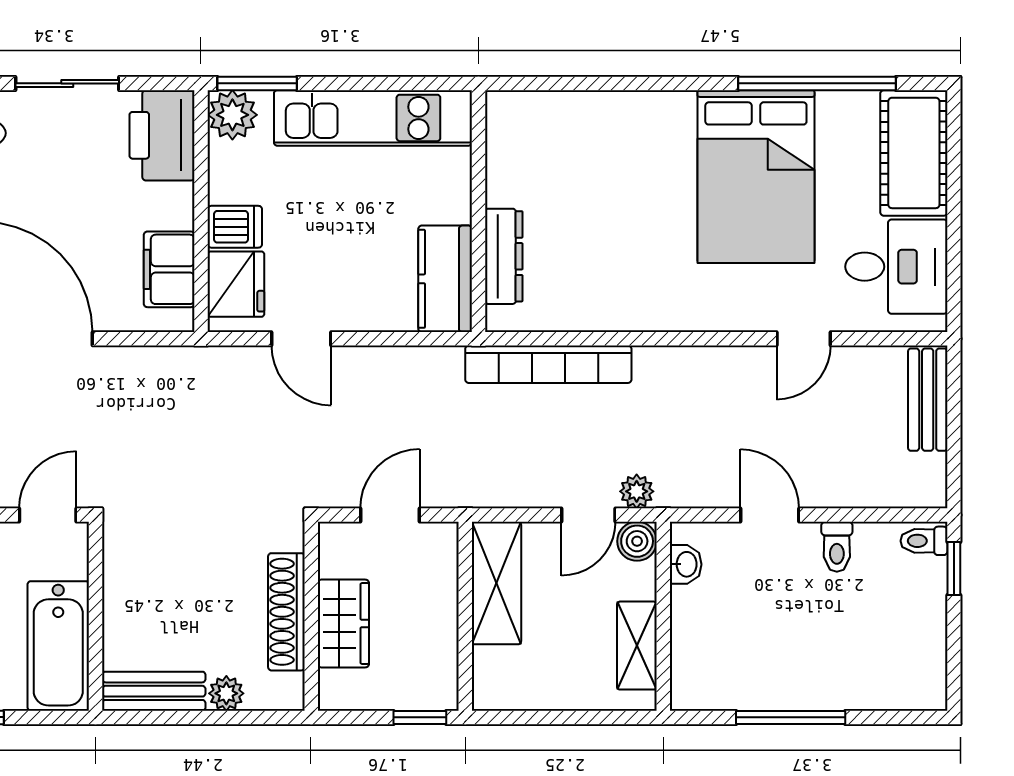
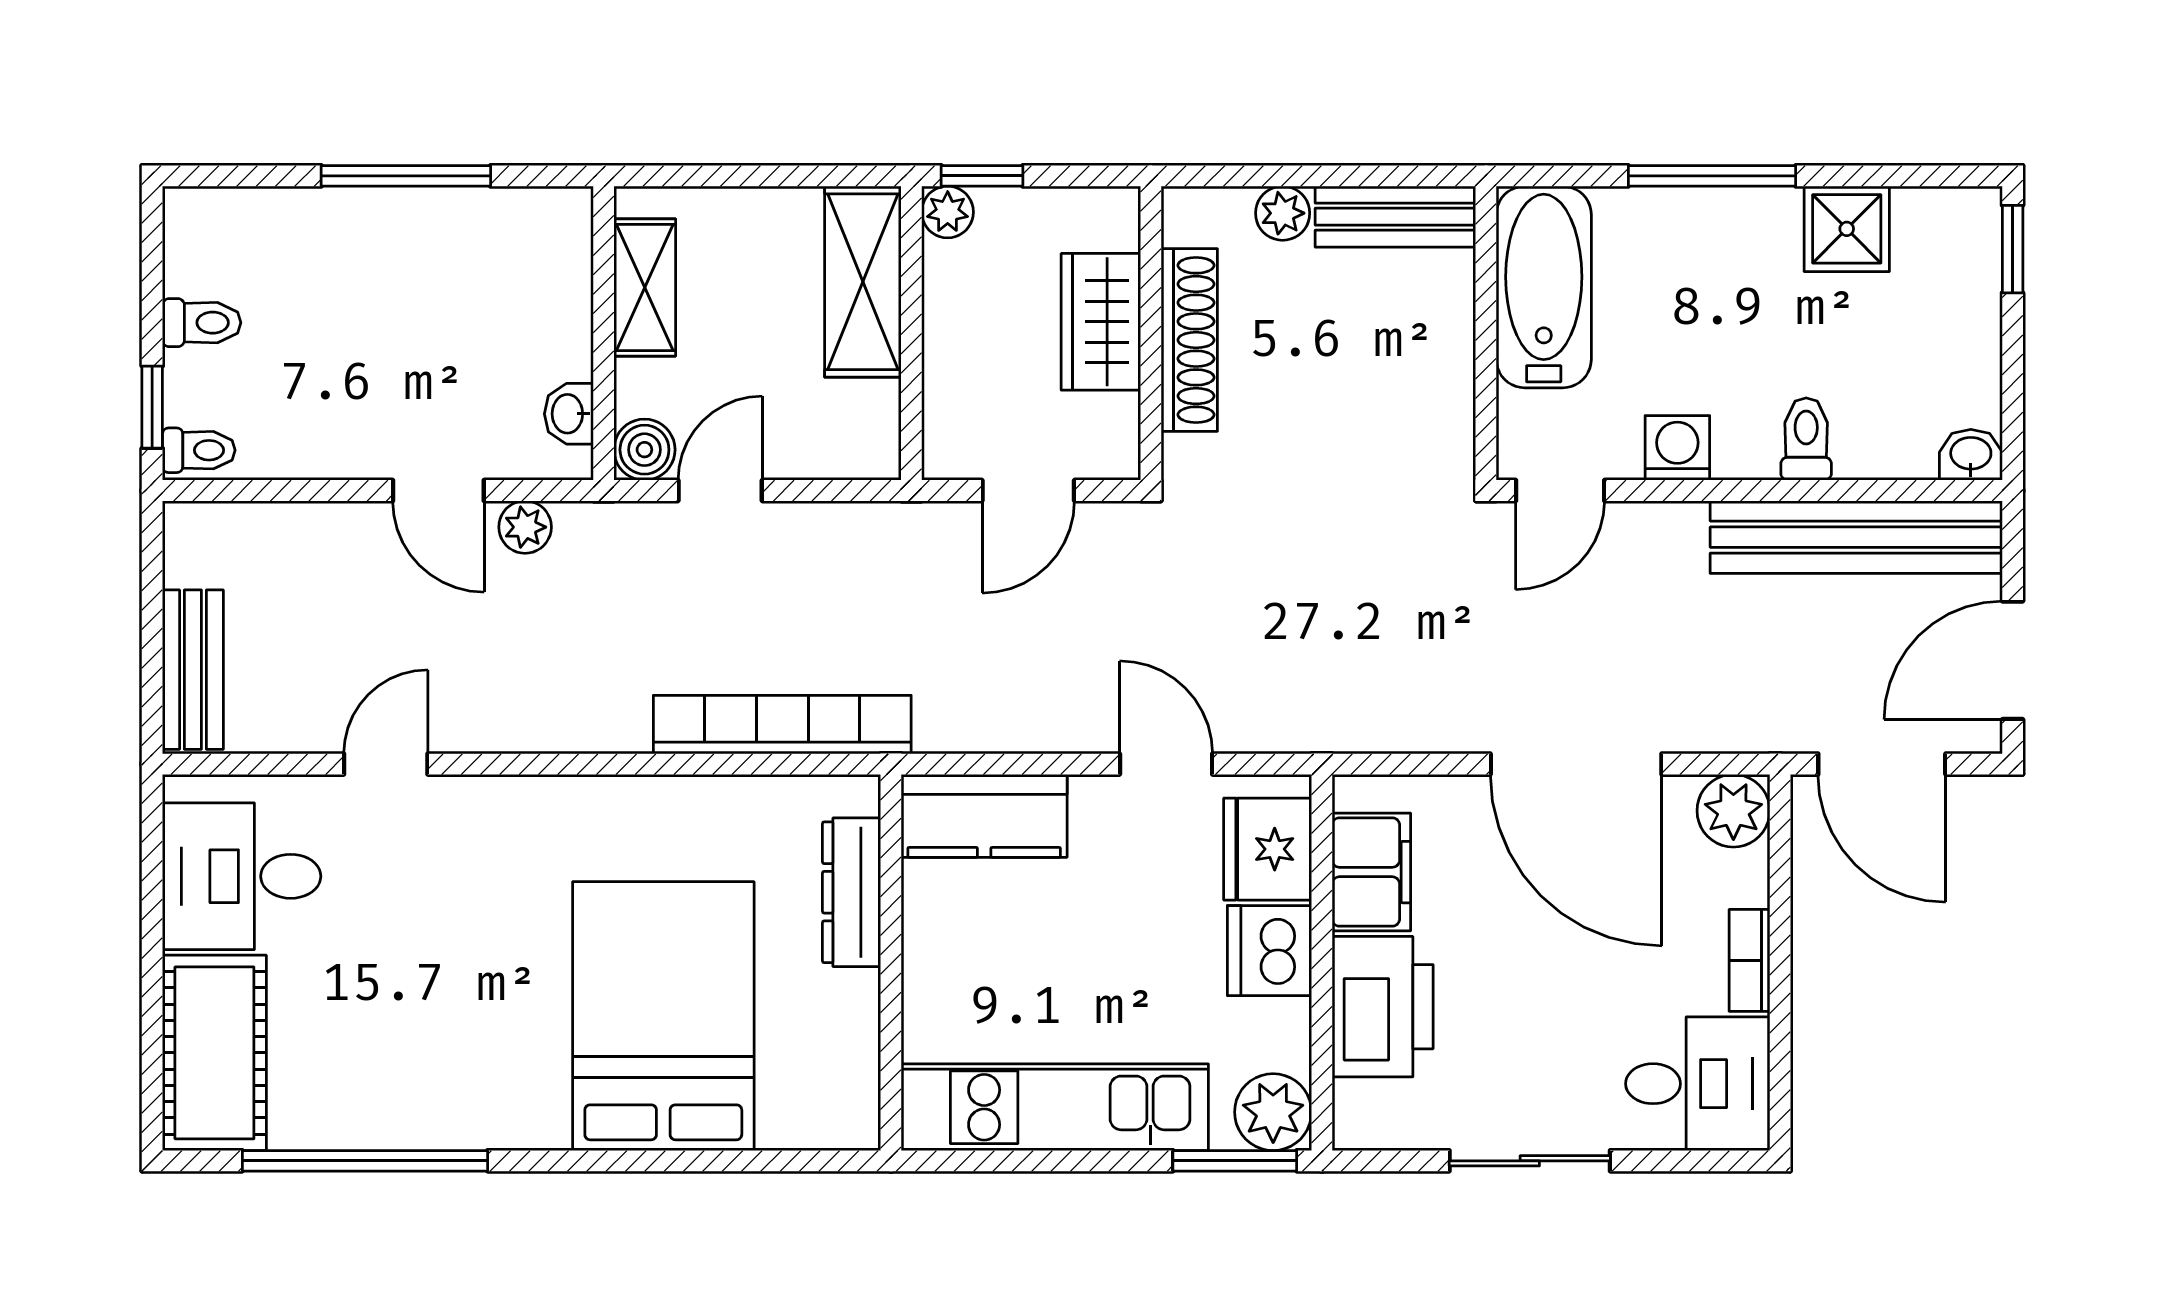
printer: (162, 135) -> (1383, 1007), moved
bed: (756, 177) -> (663, 1016), moved
dishwasher: (235, 227) -> (1269, 951), width x1.38
kitchen counter: (445, 279) -> (984, 816), moved, turned 90
plant: (637, 491) -> (525, 527), moved
toilet: (837, 547) -> (202, 323), moved, turned 90
shelving: (496, 583) -> (863, 282), moved
plant: (442, 694) -> (948, 212), added

